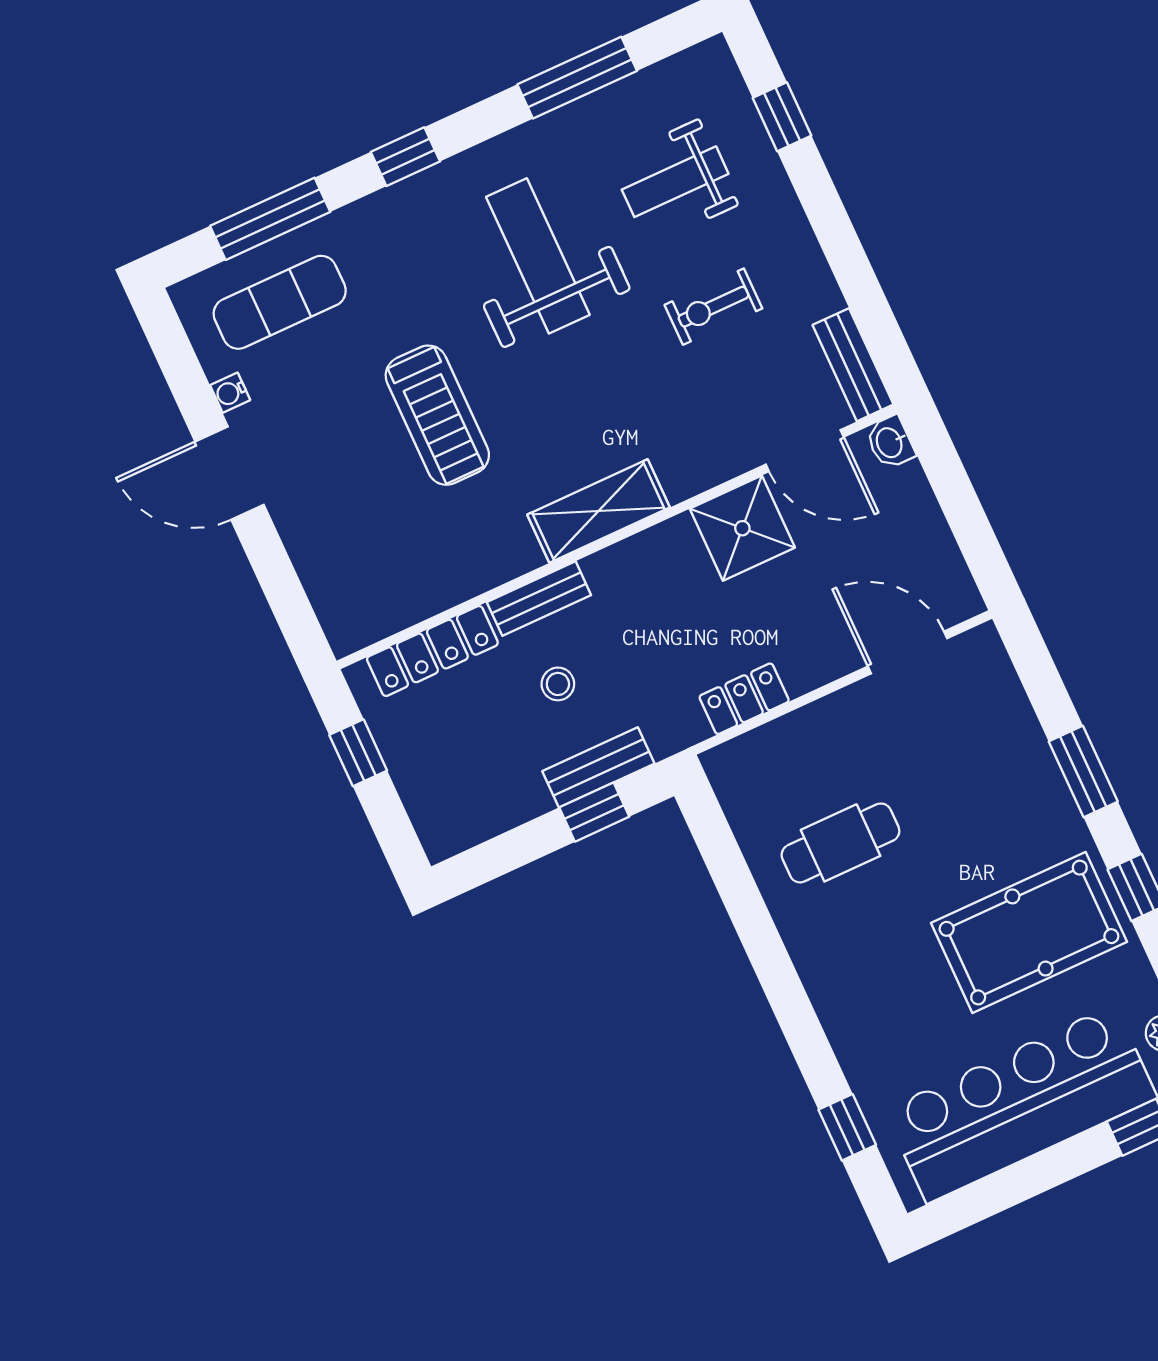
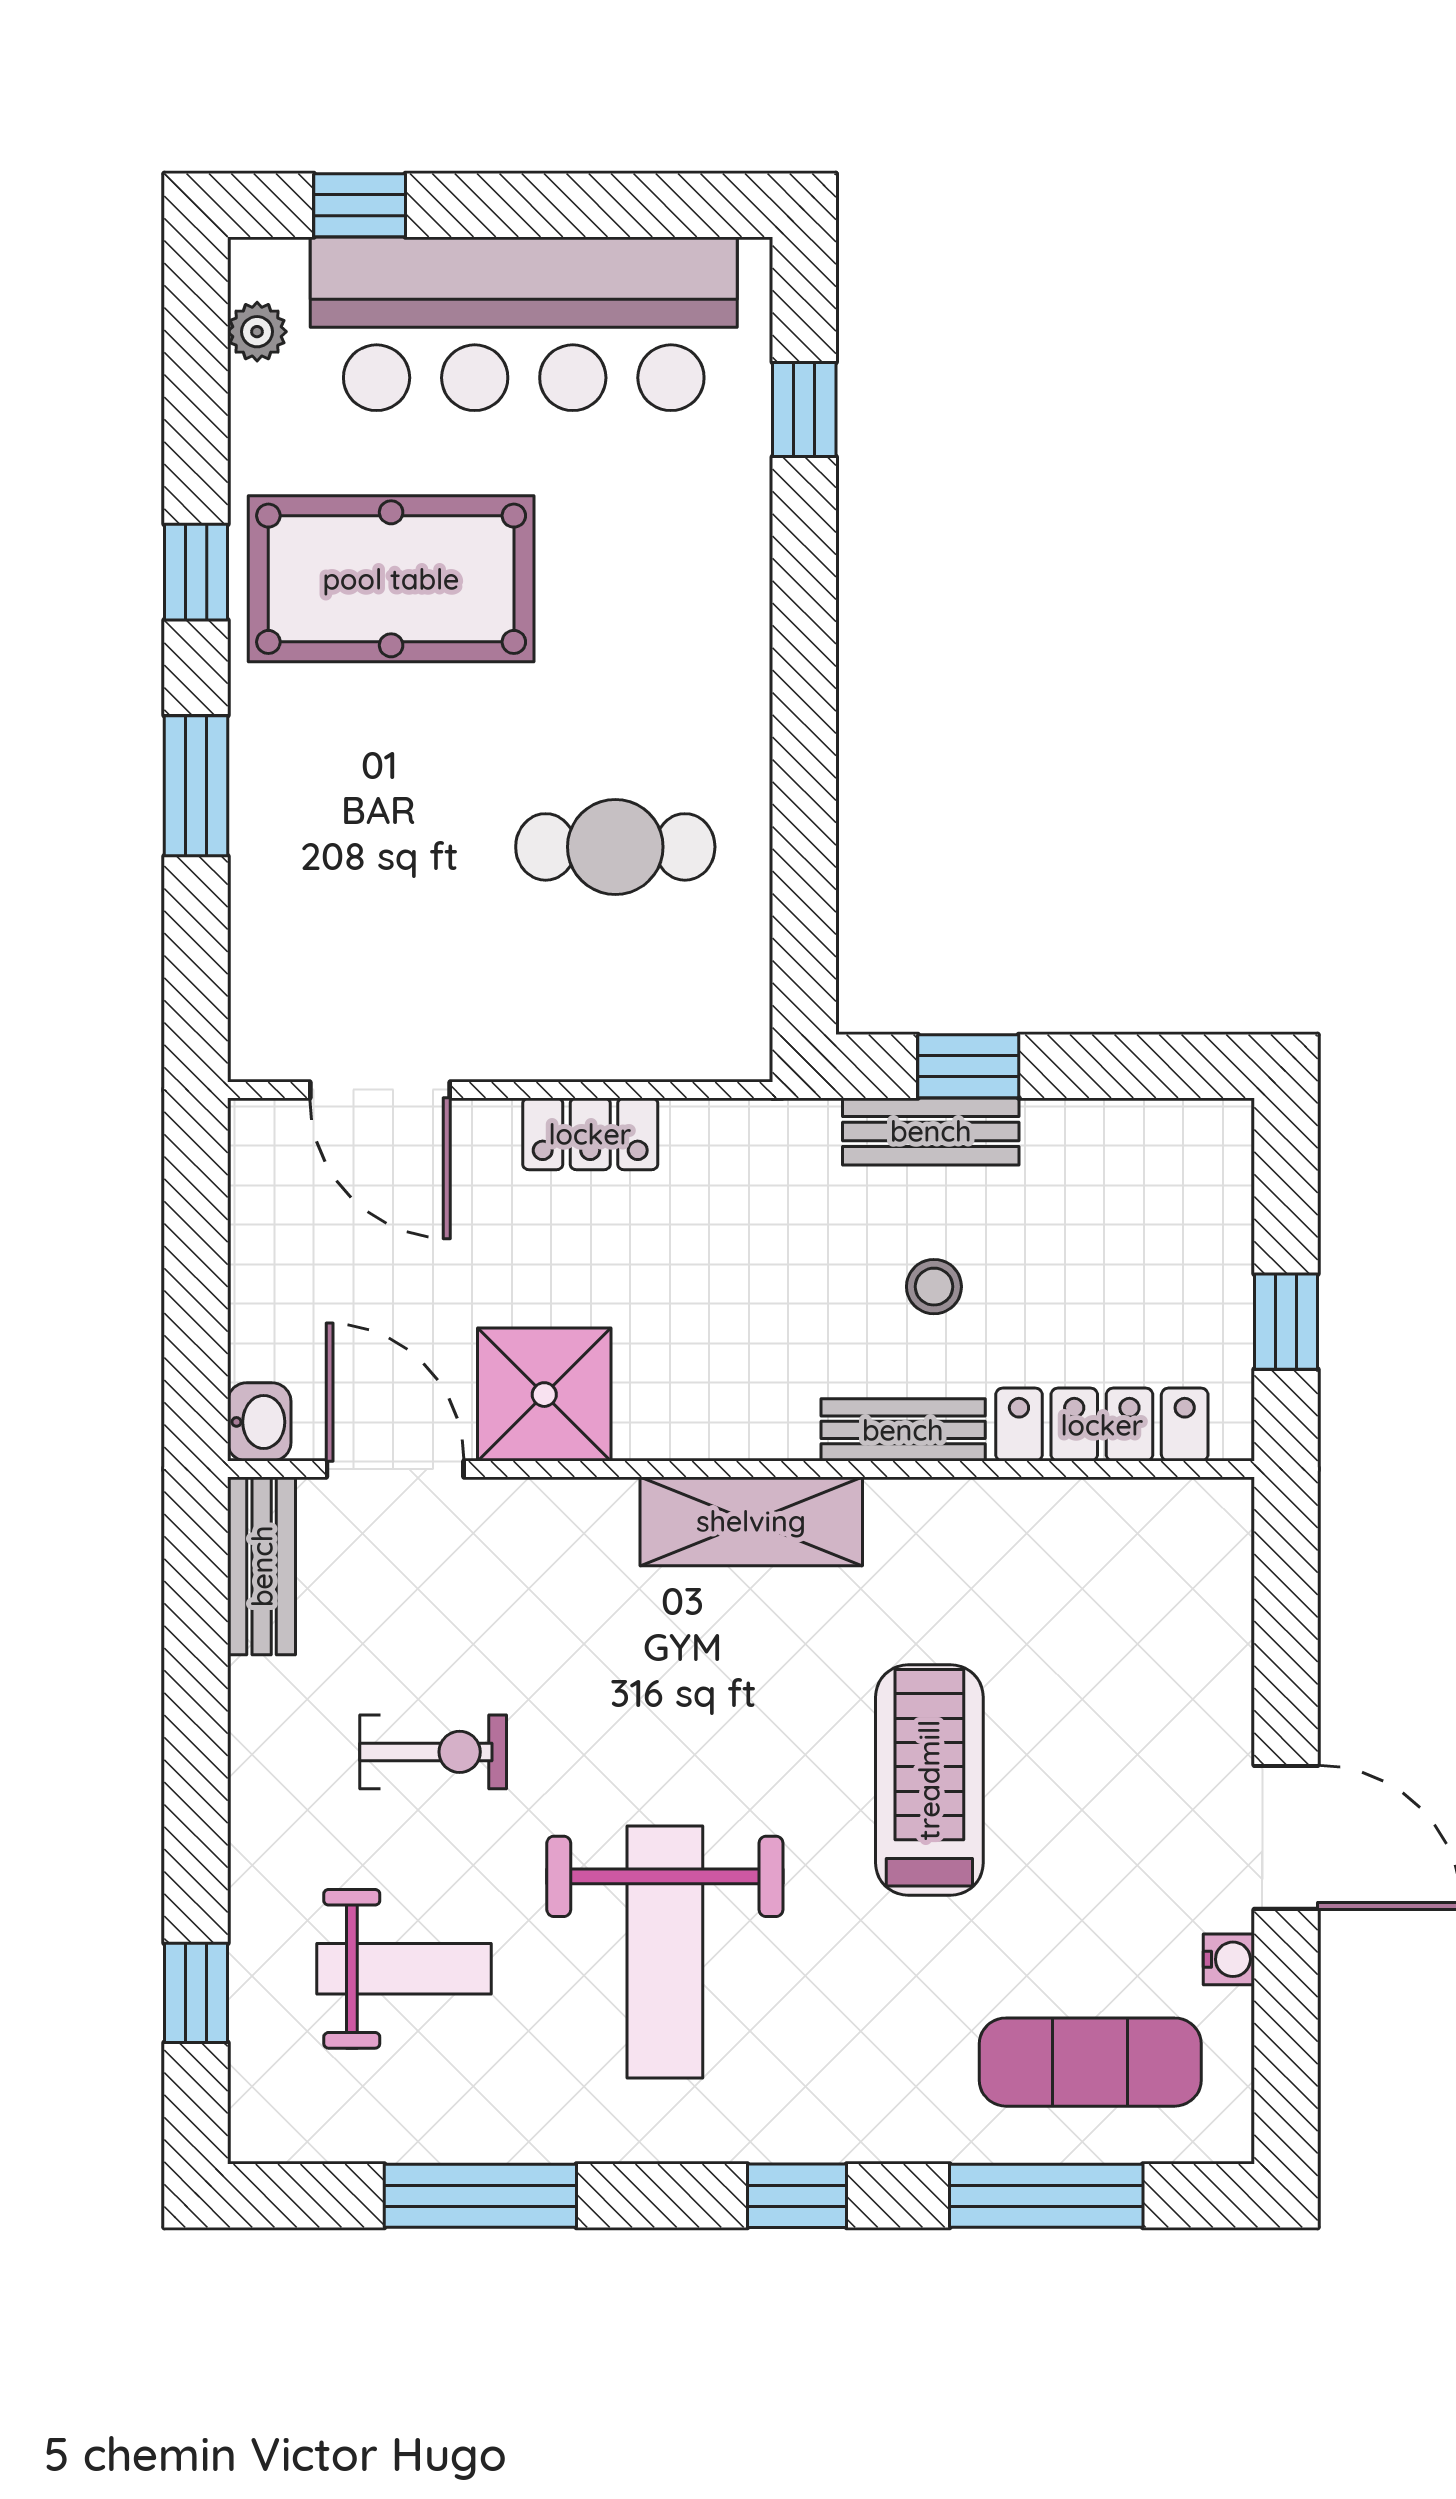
locker: (744, 699) -> (590, 1134), moved

